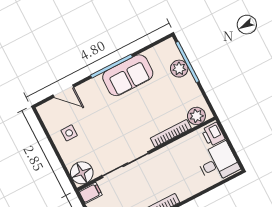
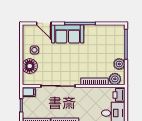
plant: (179, 69) -> (119, 64), moved
sofa: (128, 75) -> (68, 34), moved
floor lamp: (82, 173) -> (30, 66), moved

